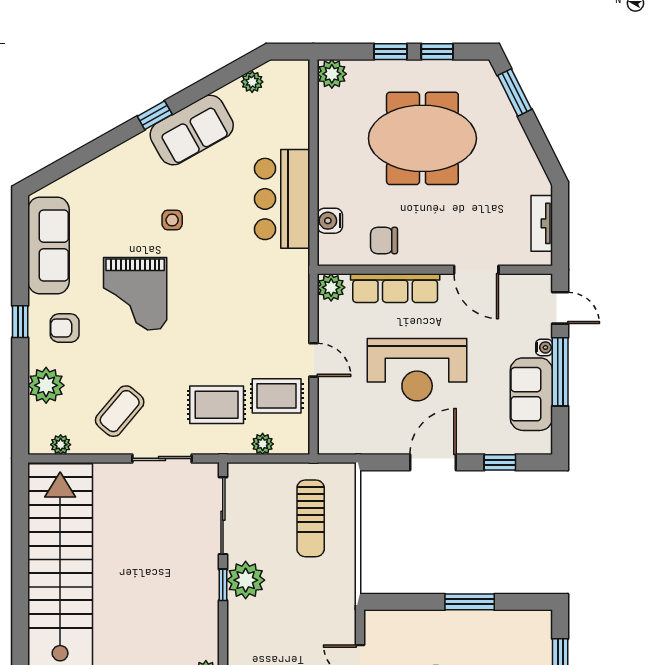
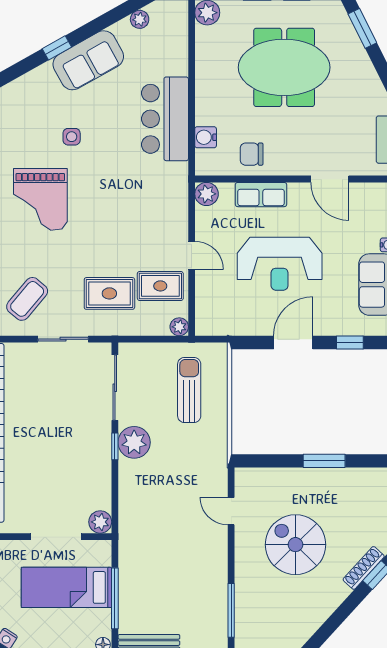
row of seats: (395, 288) -> (261, 195), width x0.68
plant: (263, 444) -> (179, 327), moved
sun lounger: (311, 518) -> (189, 390), turned 180

